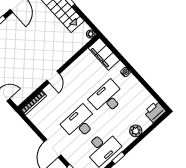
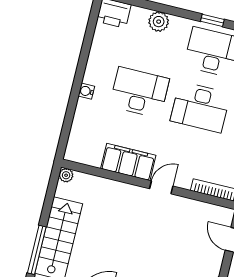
filing cabinet: (104, 54) -> (128, 162), moved, turned -90
desk: (107, 98) -> (139, 92), turned 180

